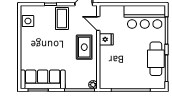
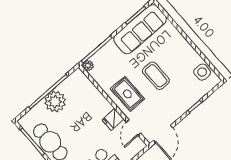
coffee table: (62, 18) -> (156, 76), moved
door: (98, 24) -> (134, 128), swing flipped
plant: (132, 80) -> (55, 102), added

